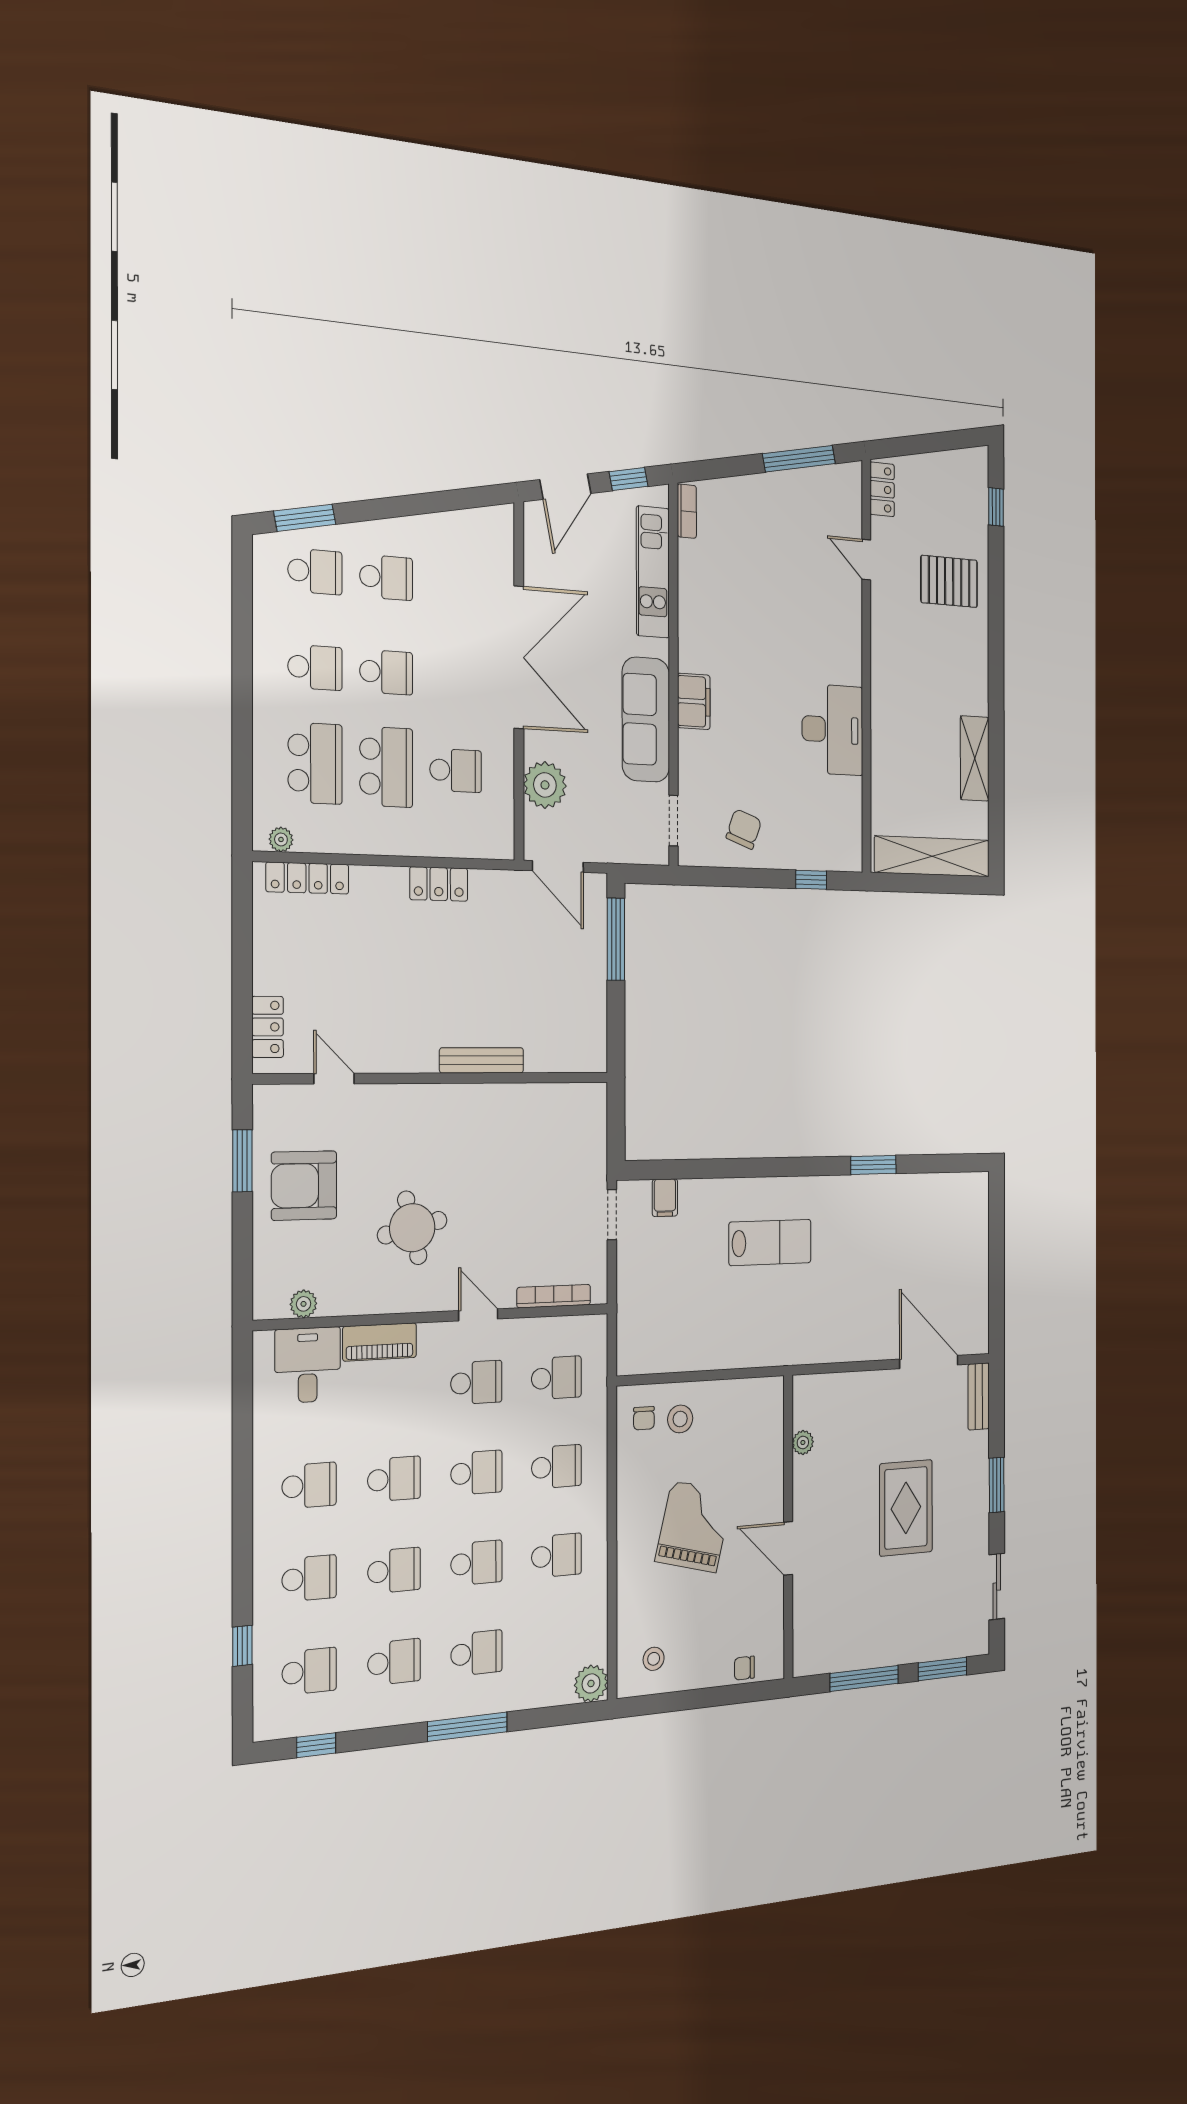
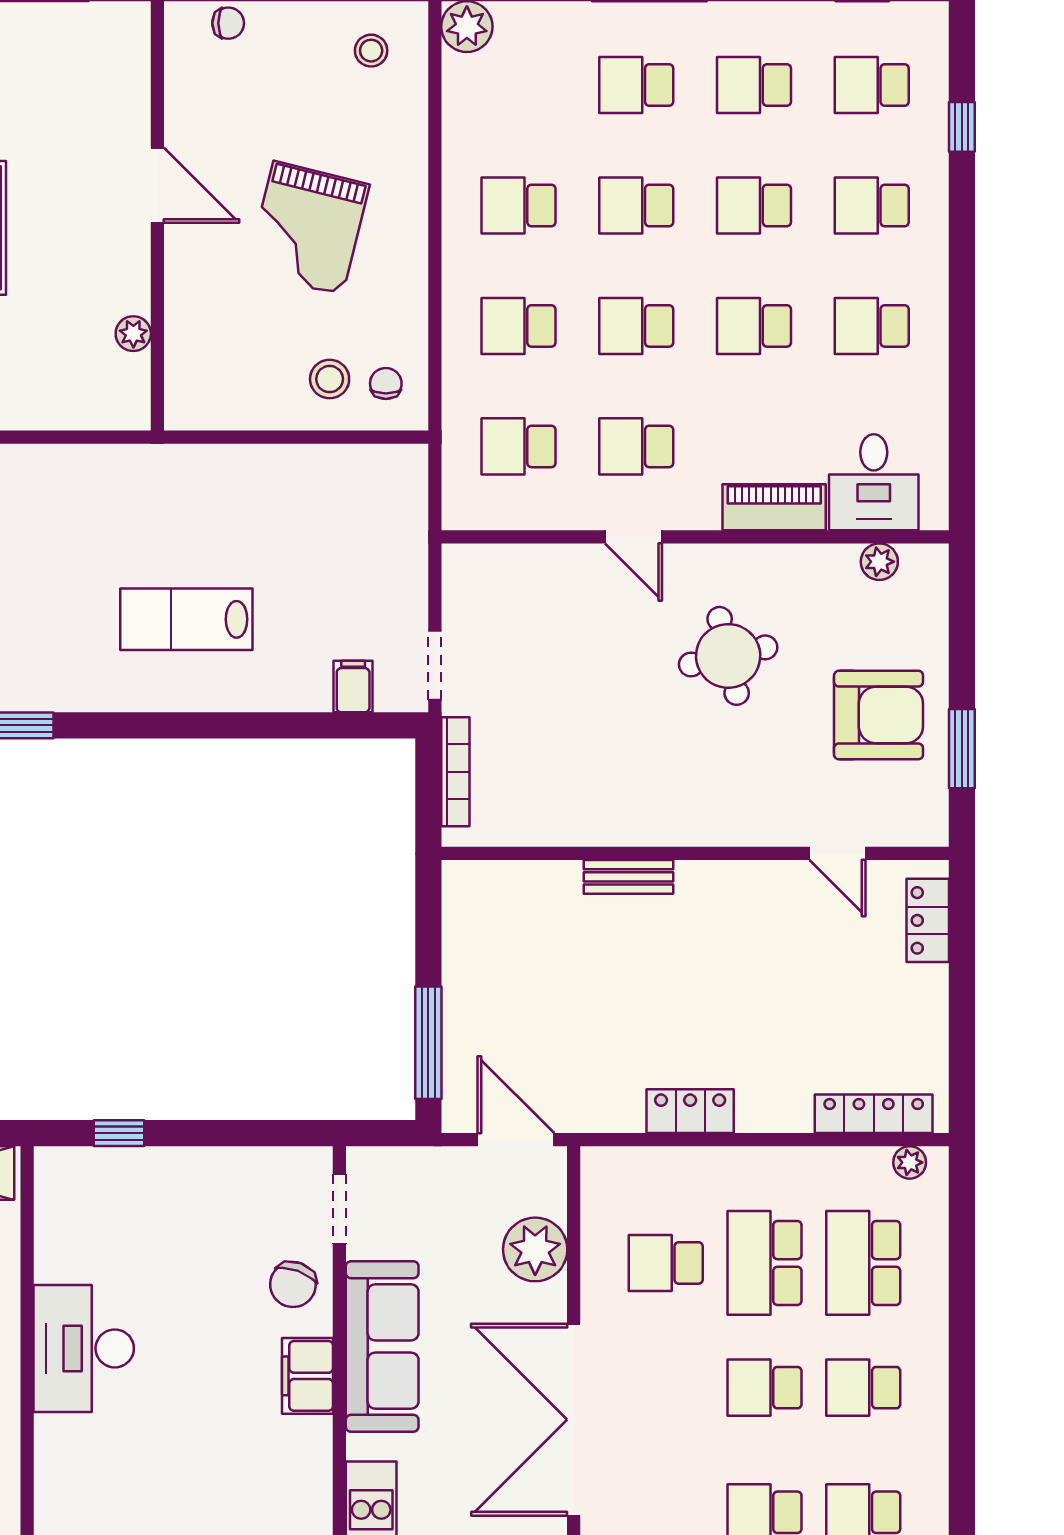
chair: (744, 829) -> (293, 1284), moved
bench: (482, 1060) -> (628, 877), width x0.73
bookcase: (554, 1296) -> (455, 772), moved, turned -90

